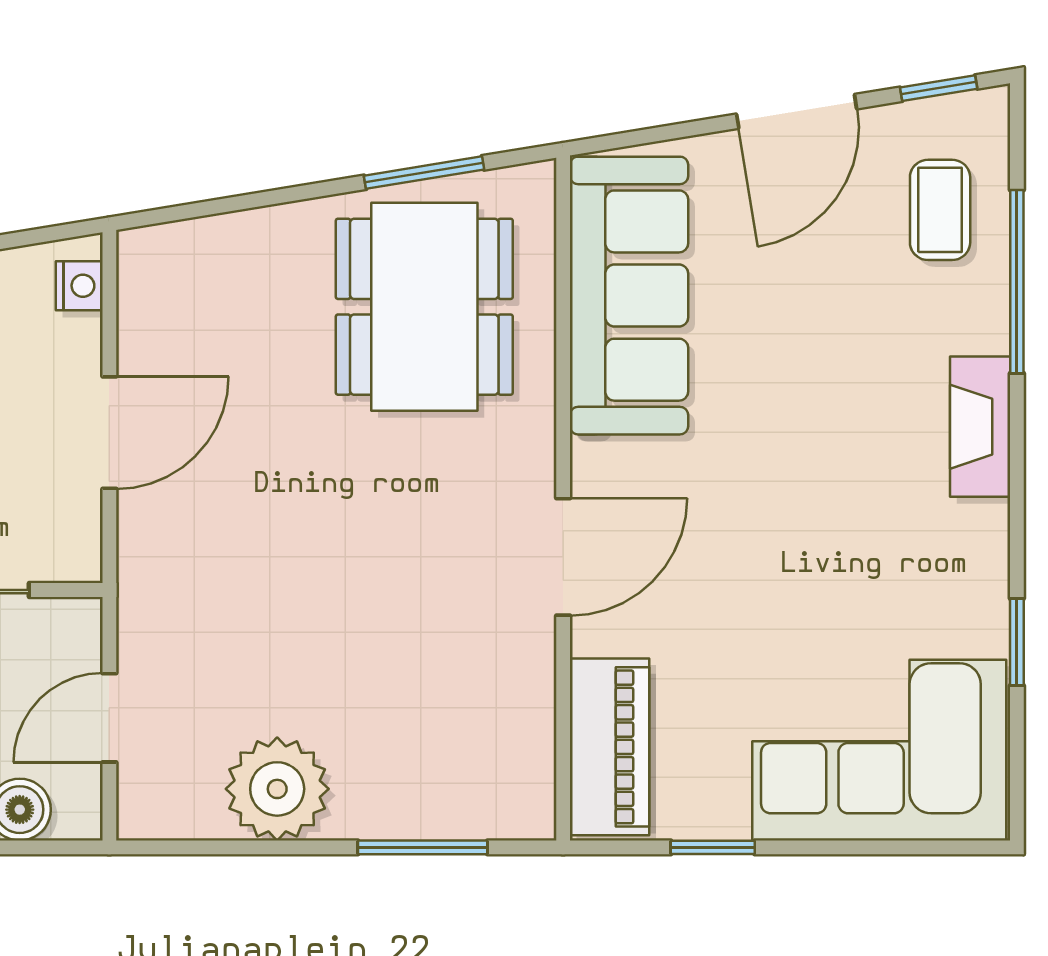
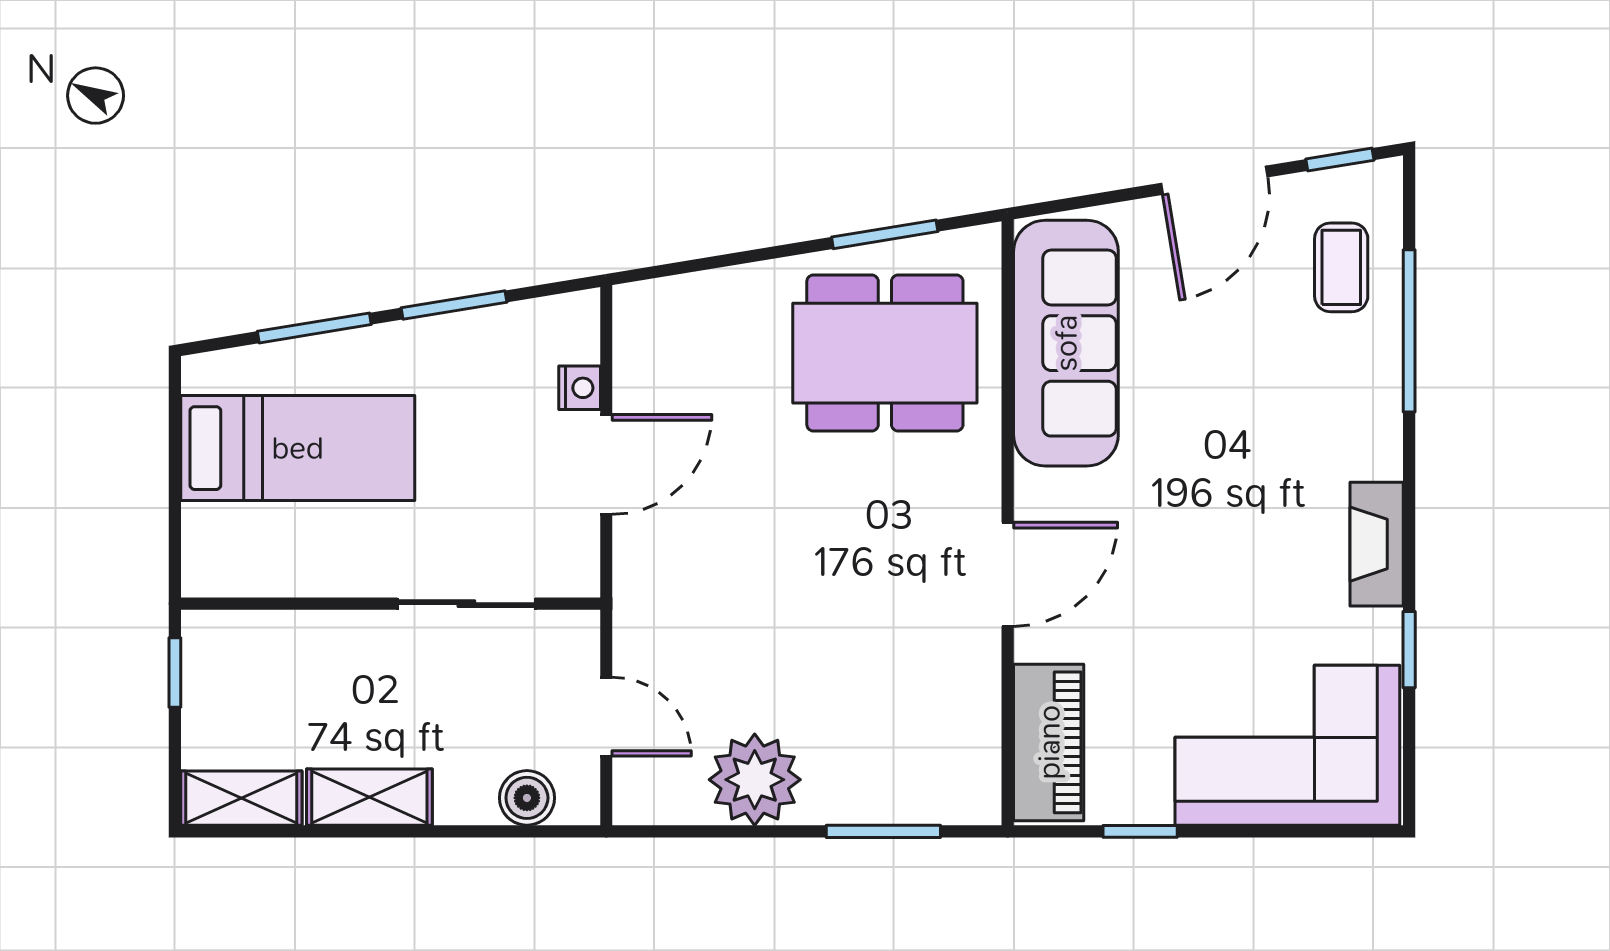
nightstand: (79, 286) -> (580, 388), moved
dining table: (424, 307) -> (885, 353), turned 90
fireplace: (980, 427) -> (1377, 544), moved
door: (109, 718) -> (606, 717), swing flipped

